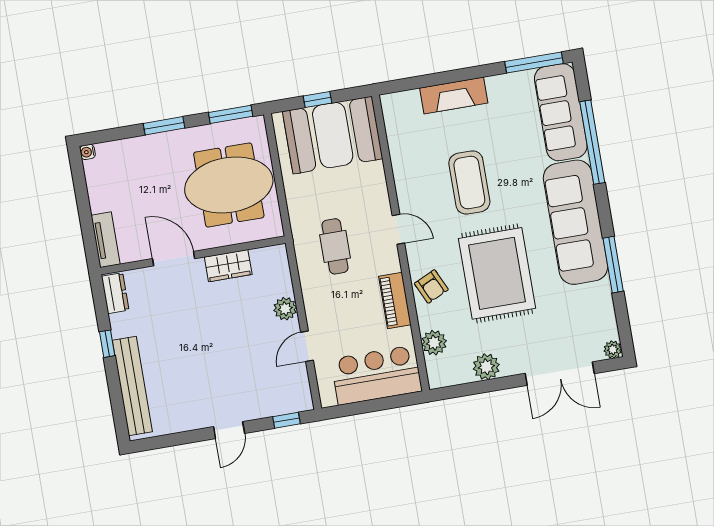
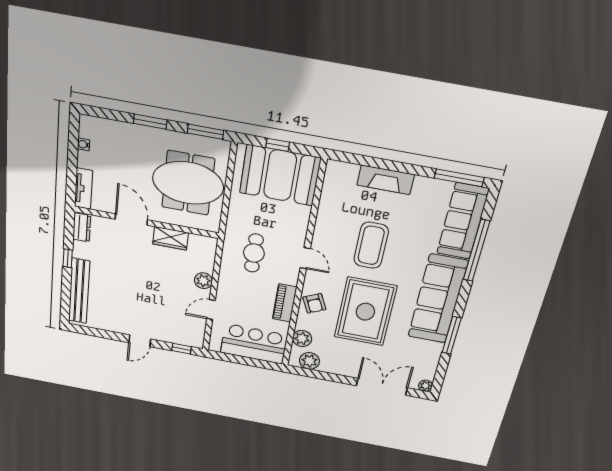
water cooler: (87, 152) -> (84, 144), moved
plant: (486, 367) -> (309, 361), moved
double door: (560, 374) -> (382, 387), swing flipped

